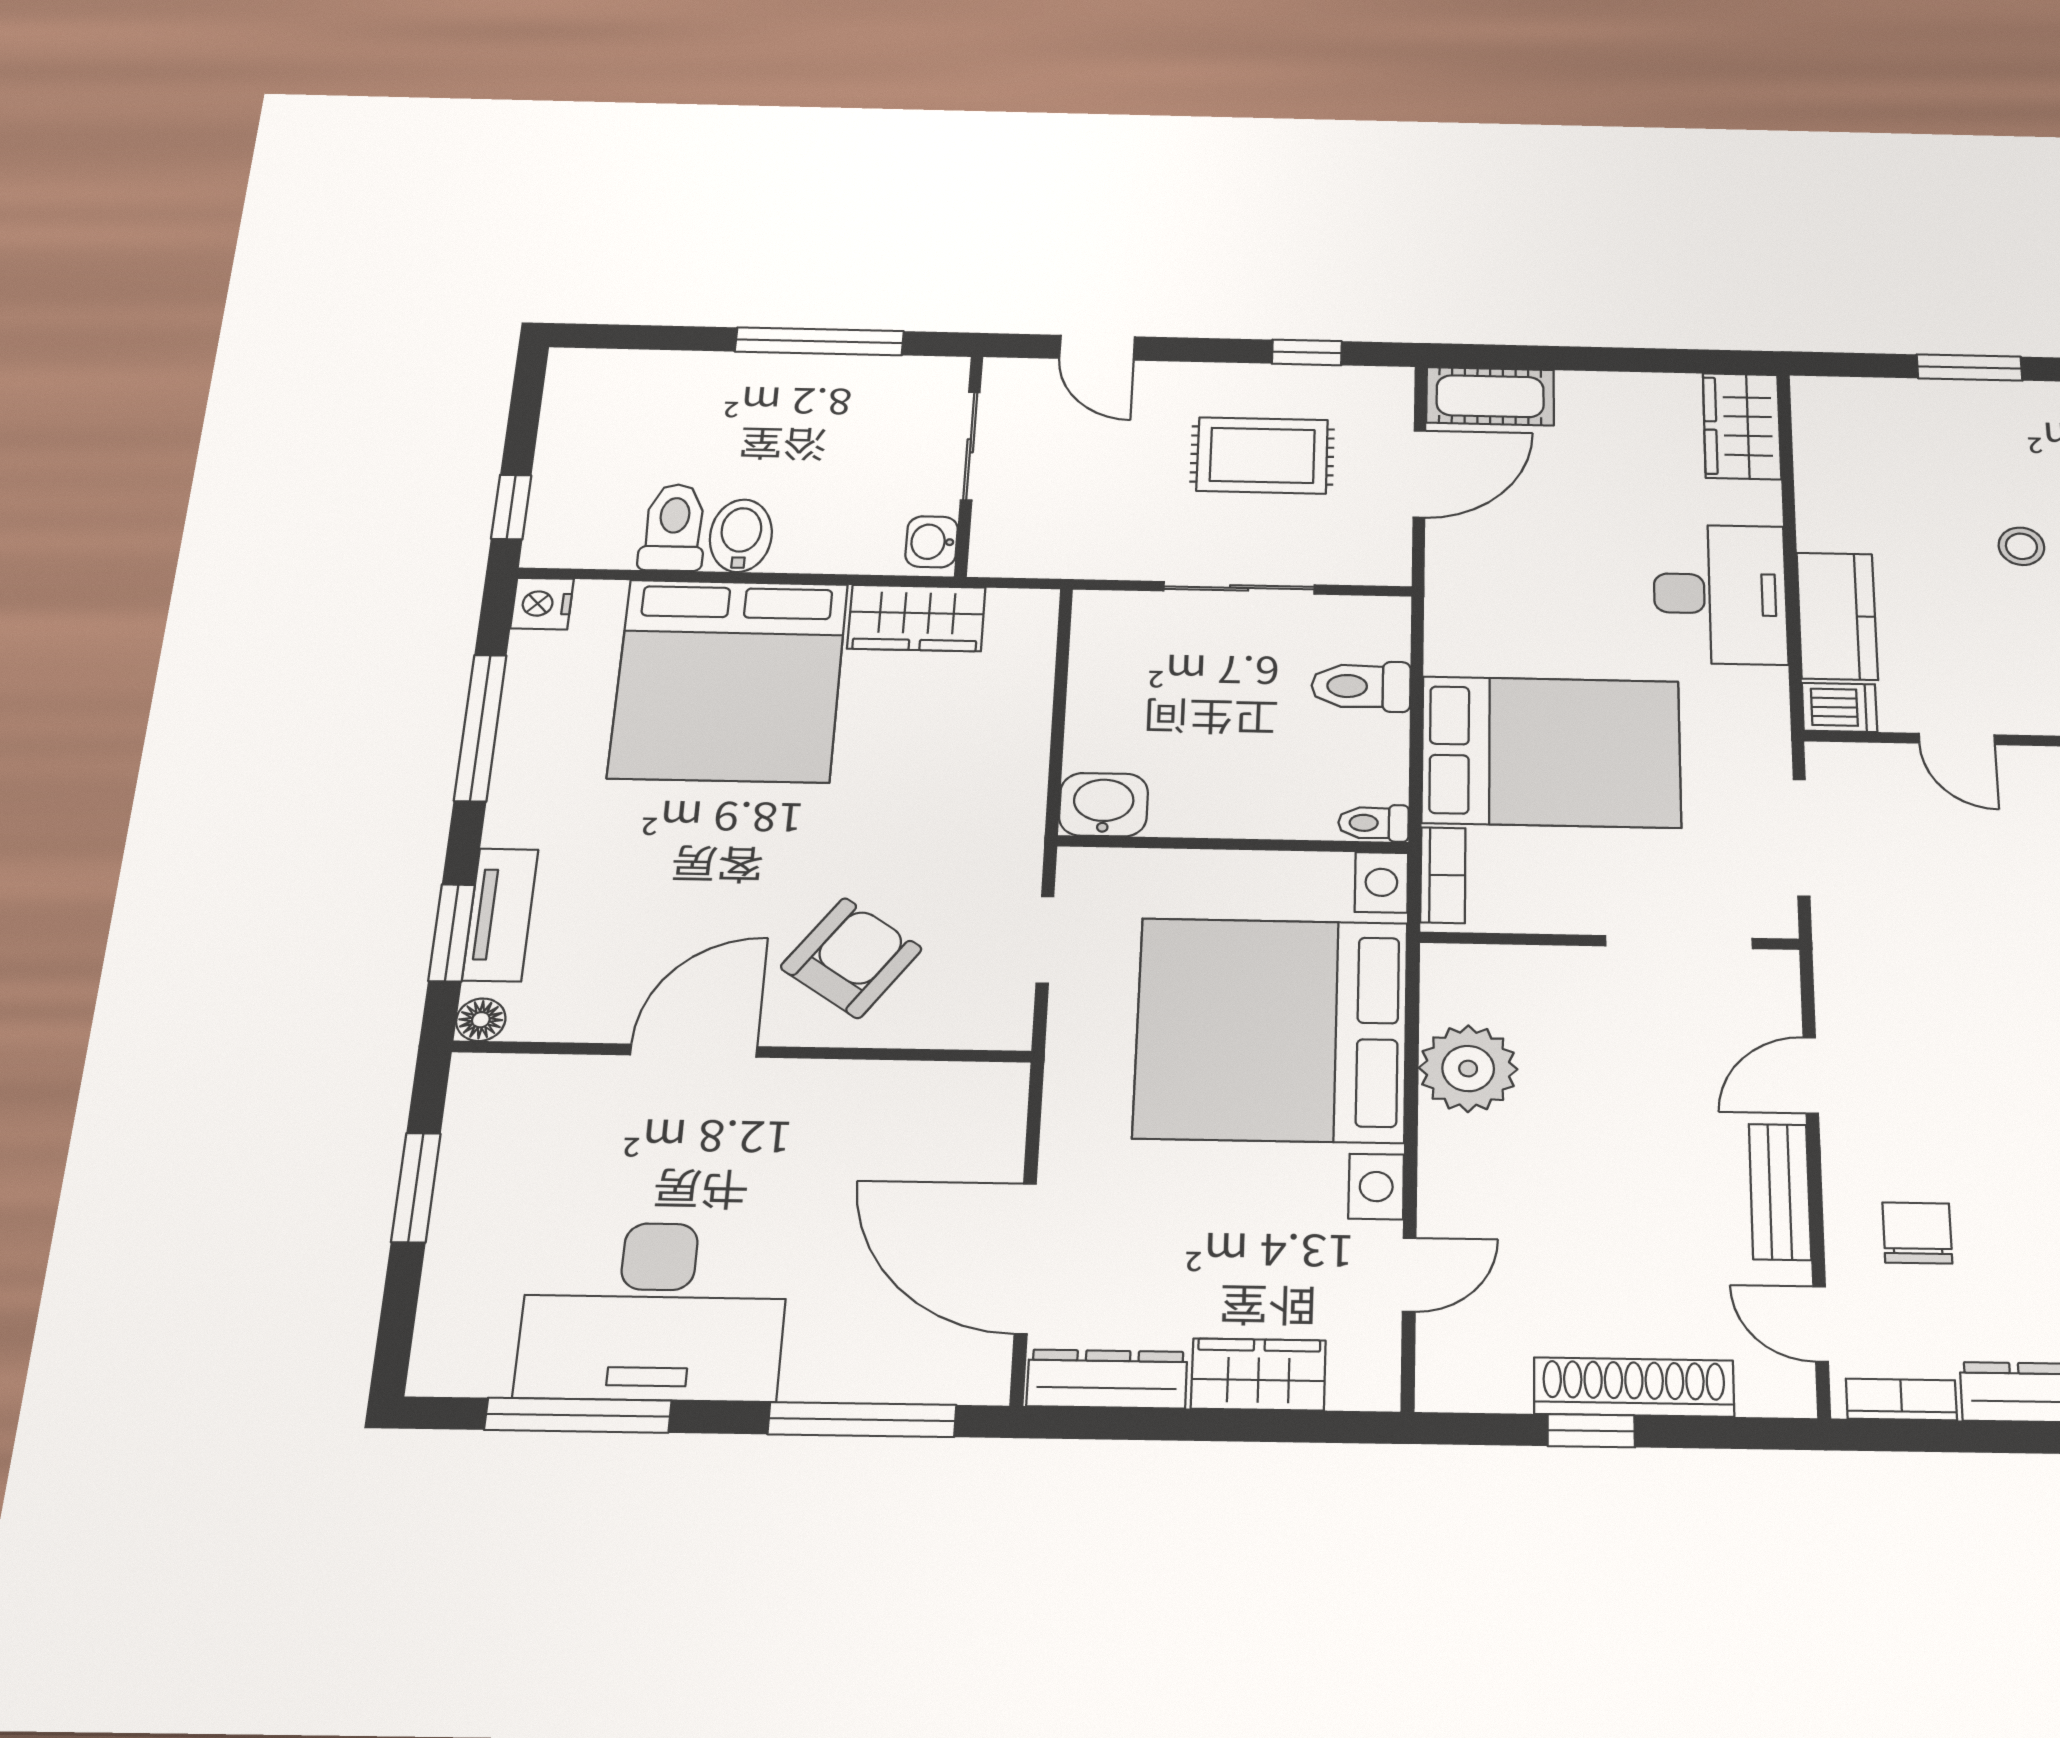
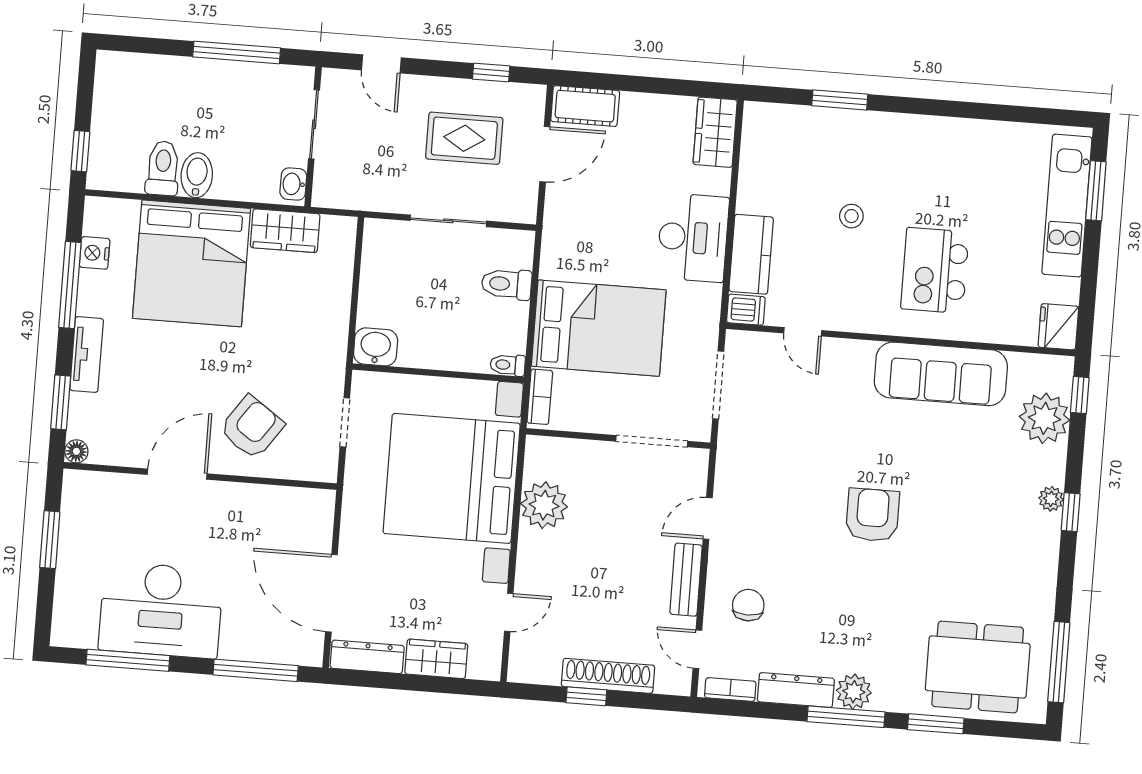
nightstand: (542, 604) -> (95, 253), moved
tv unit: (500, 915) -> (87, 354), moved

